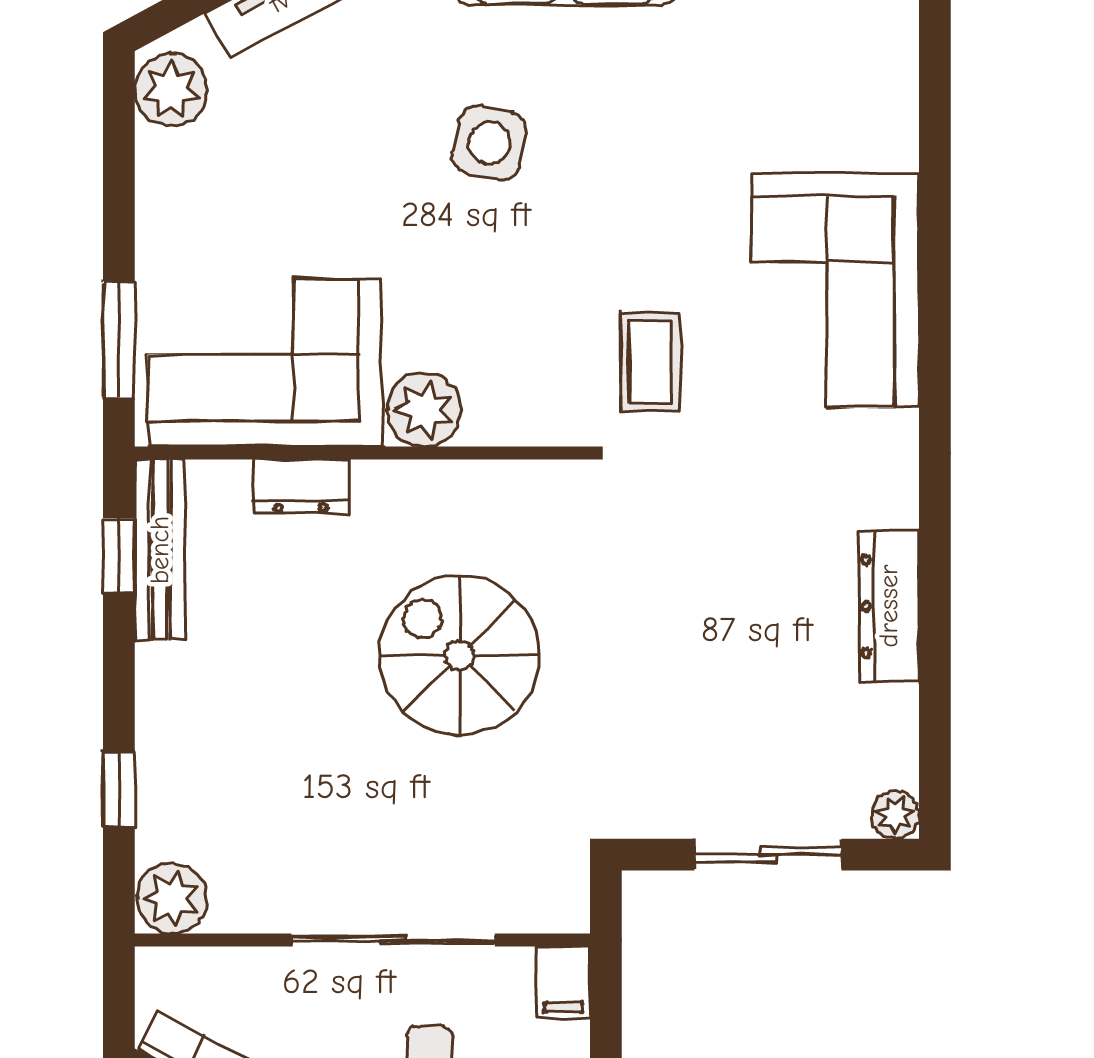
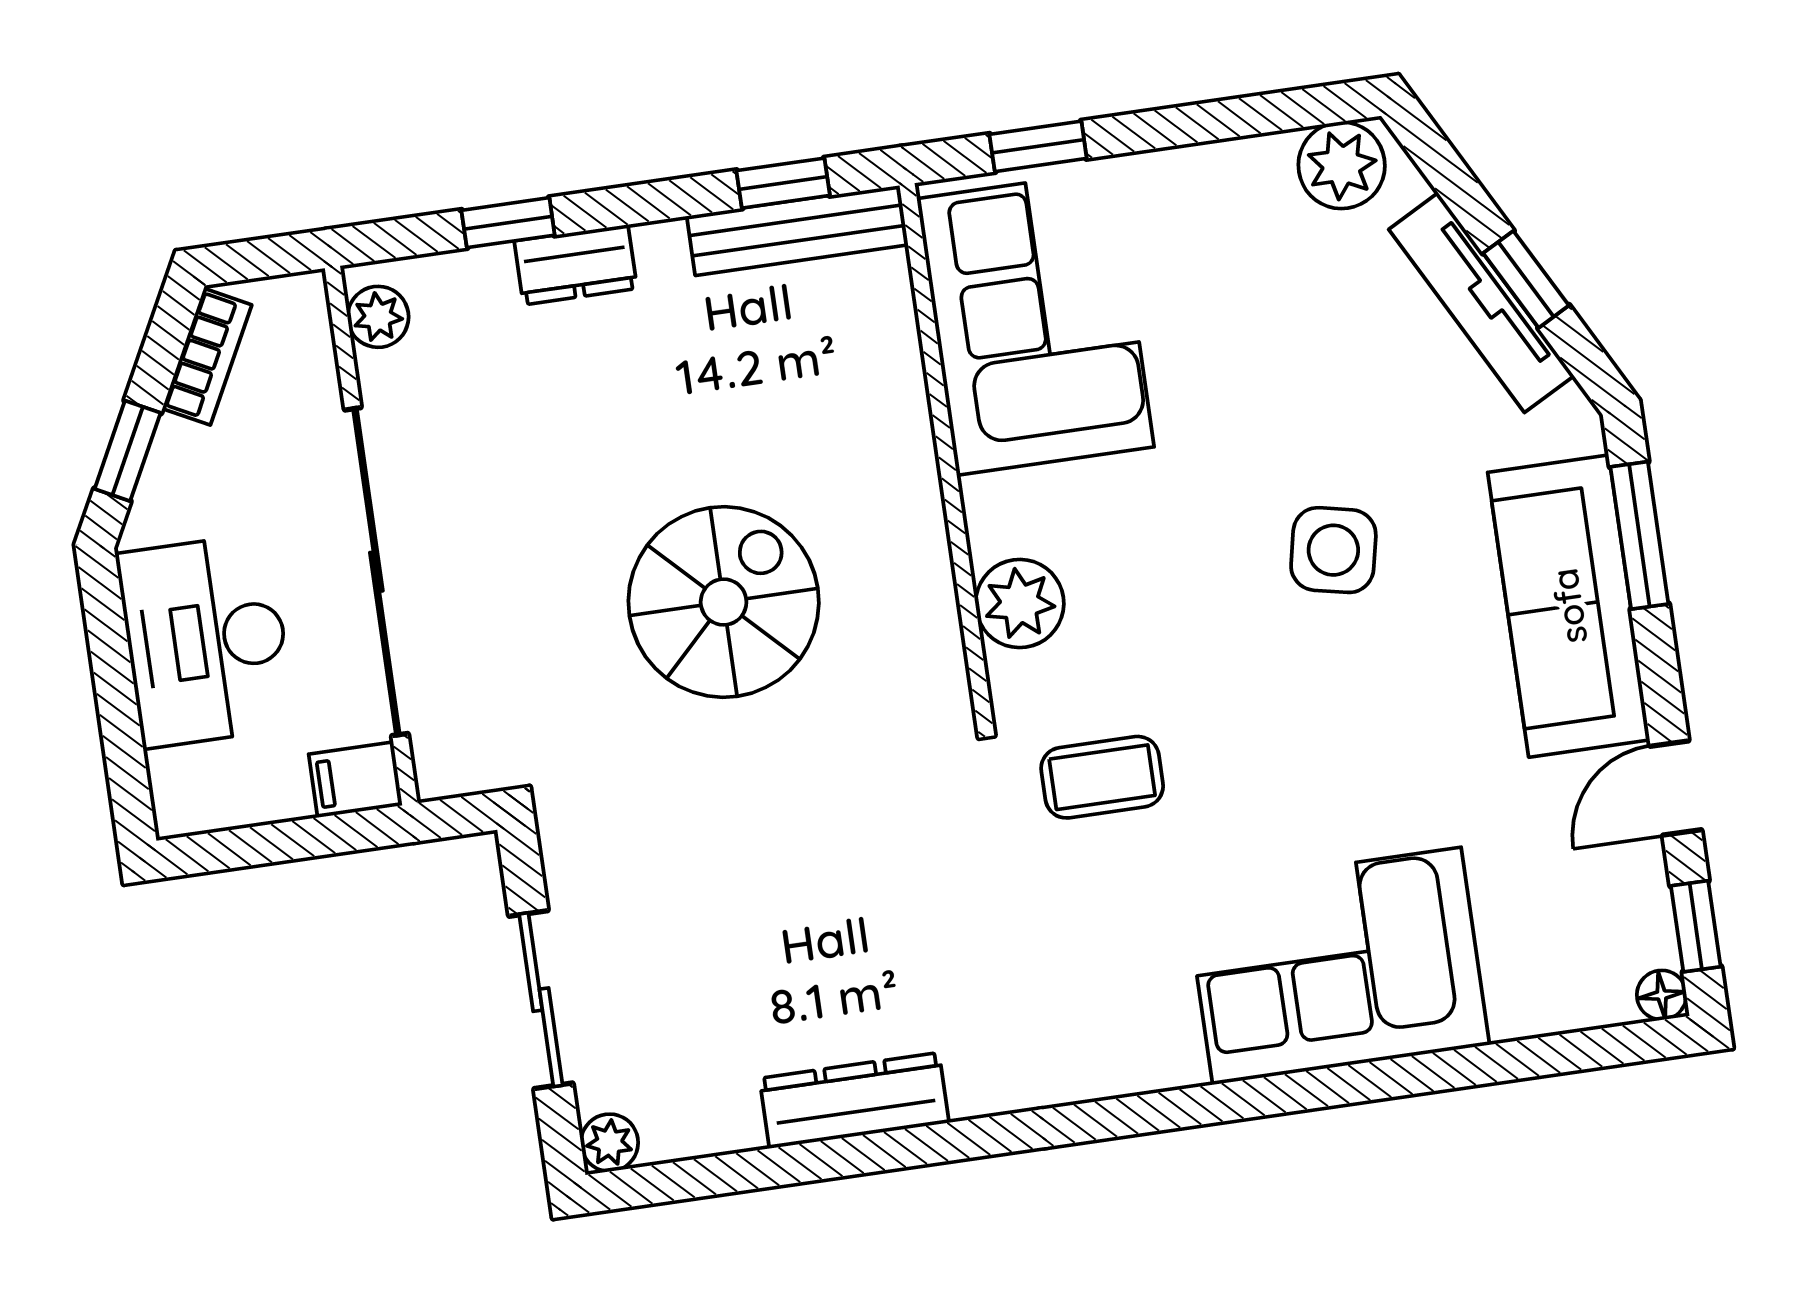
corner sofa: (835, 290) -> (1337, 966), moved
window: (119, 340) -> (1038, 146), width x0.67
plant: (424, 410) -> (1020, 603), moved
dresser: (301, 486) -> (576, 265), moved, turned -90
plant: (172, 899) -> (378, 317), width x0.73, depth x0.73
sliding door: (393, 940) -> (376, 572), width x1.36

